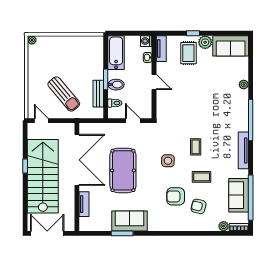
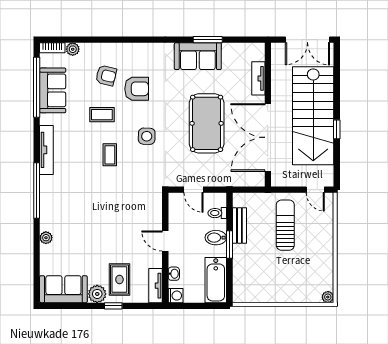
sun lounger: (64, 94) -> (285, 225), turned 40

